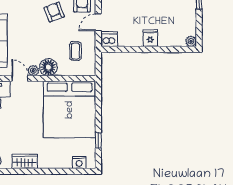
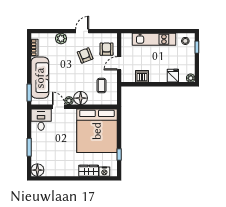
fridge: (150, 38) -> (173, 76), moved
dishwasher: (109, 39) -> (142, 76), moved
wardrobe: (25, 161) -> (89, 171), moved

